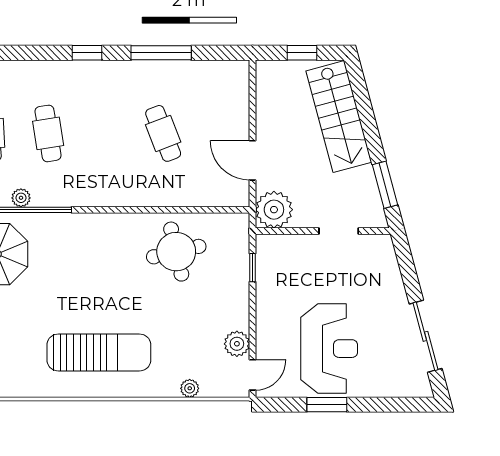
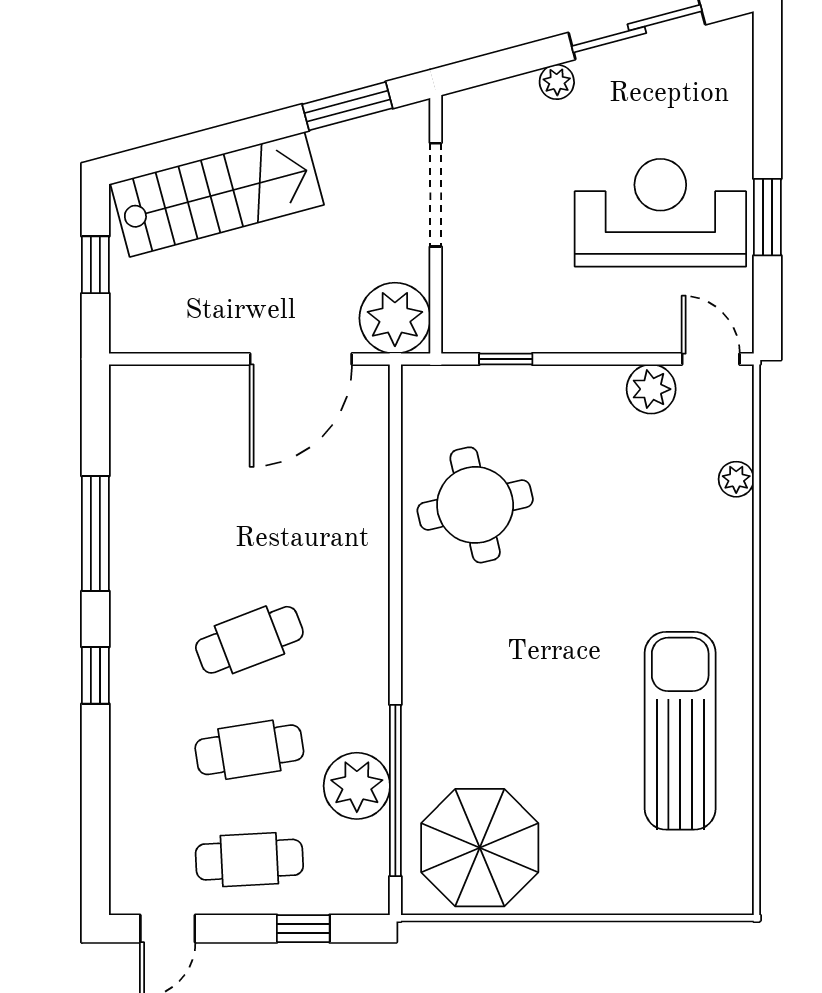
cafe table: (163, 133) -> (249, 640), moved
door: (253, 160) -> (301, 359), width x1.36
plant: (21, 198) -> (357, 786), width x1.88, depth x1.88
doorway: (339, 231) -> (436, 195), width x1.38
plant: (398, 294) -> (557, 82), added
sun lounger: (99, 352) -> (680, 731), moved

